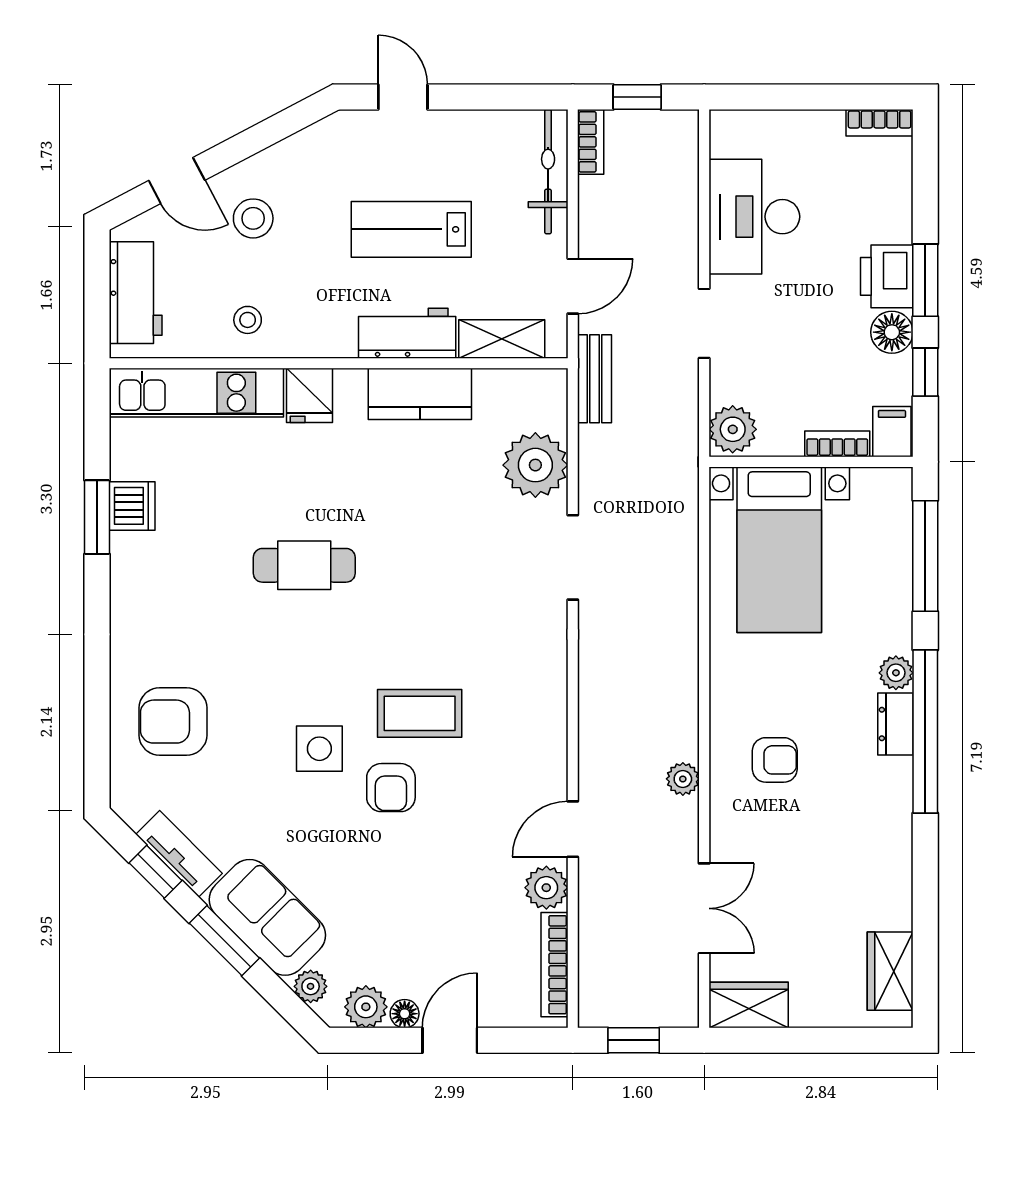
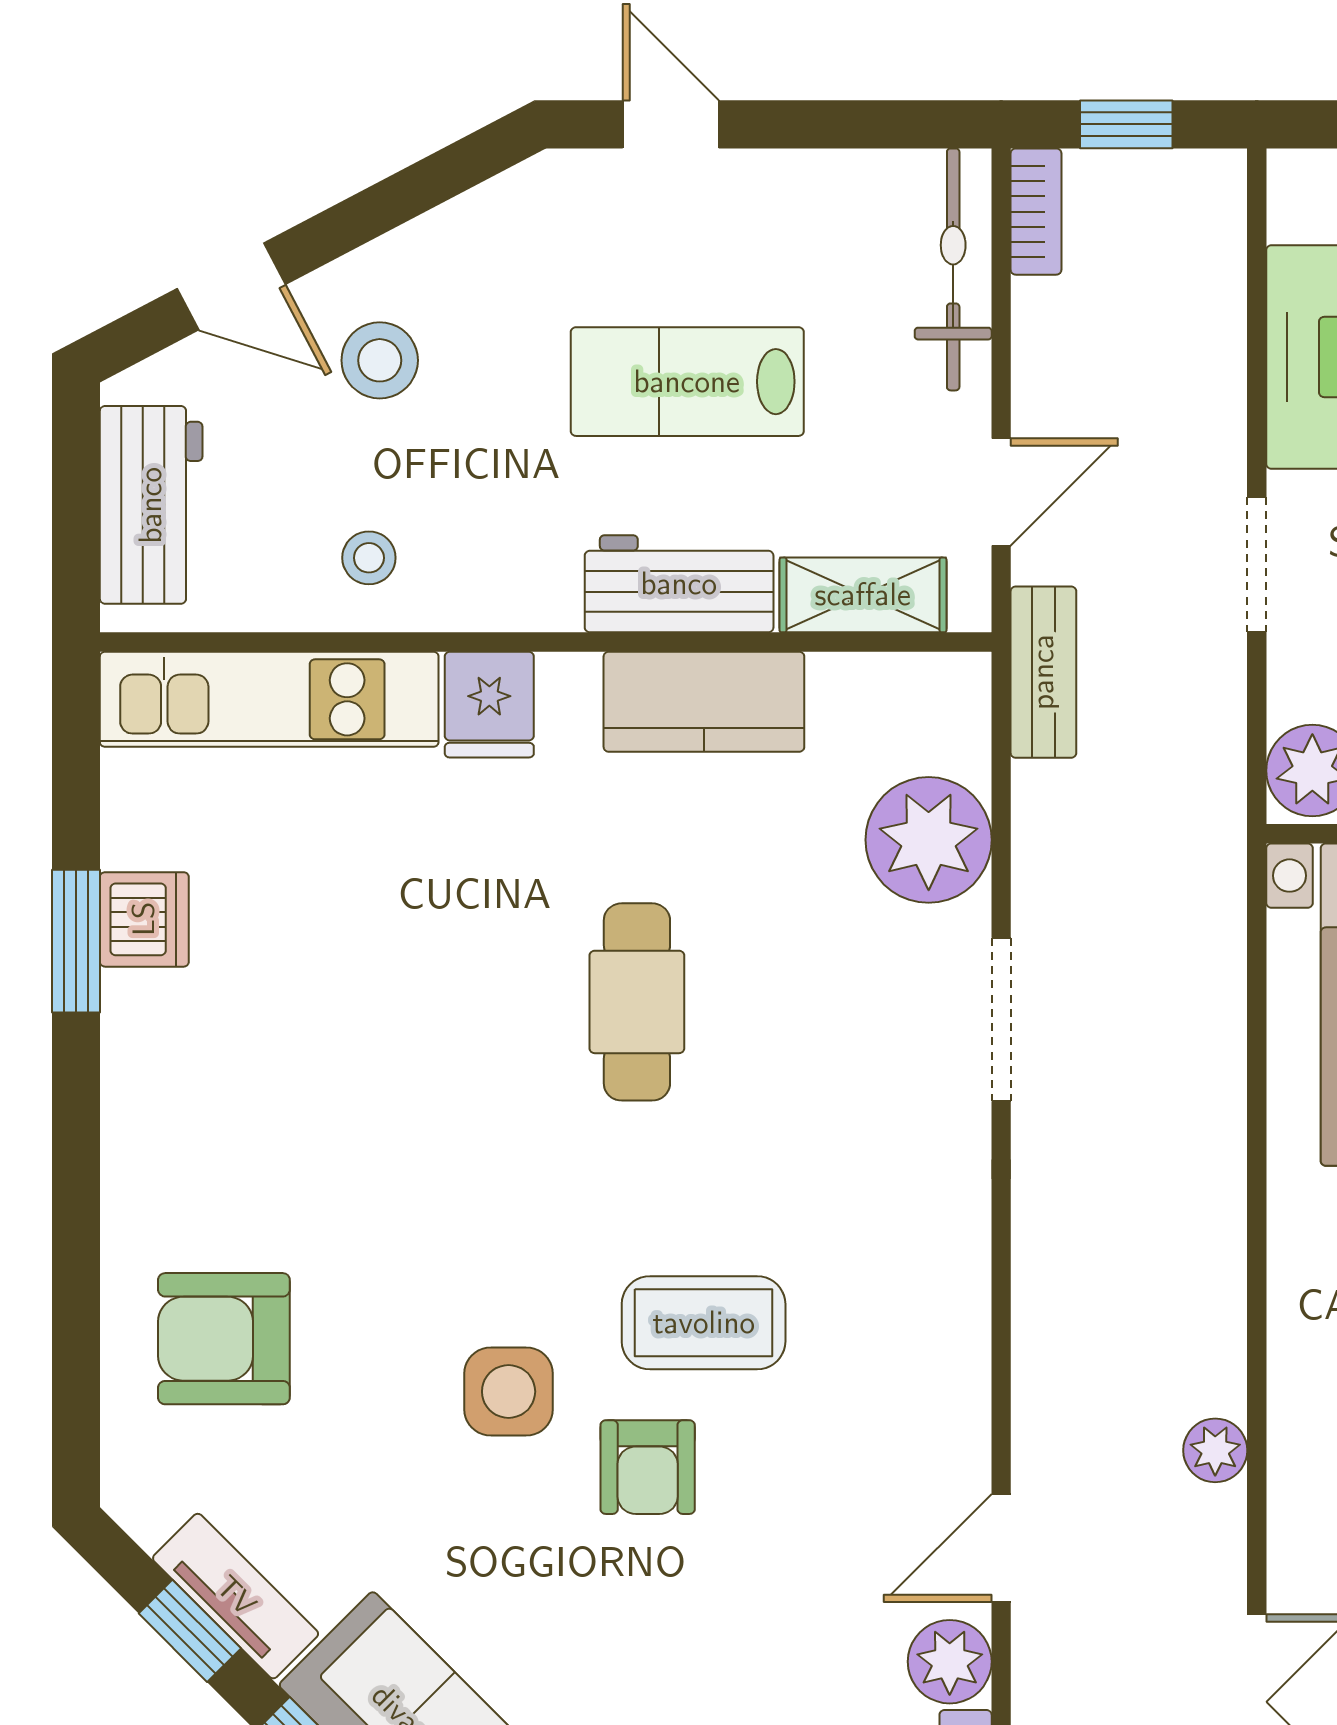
cafe table: (304, 565) -> (637, 1002), moved, turned 90

